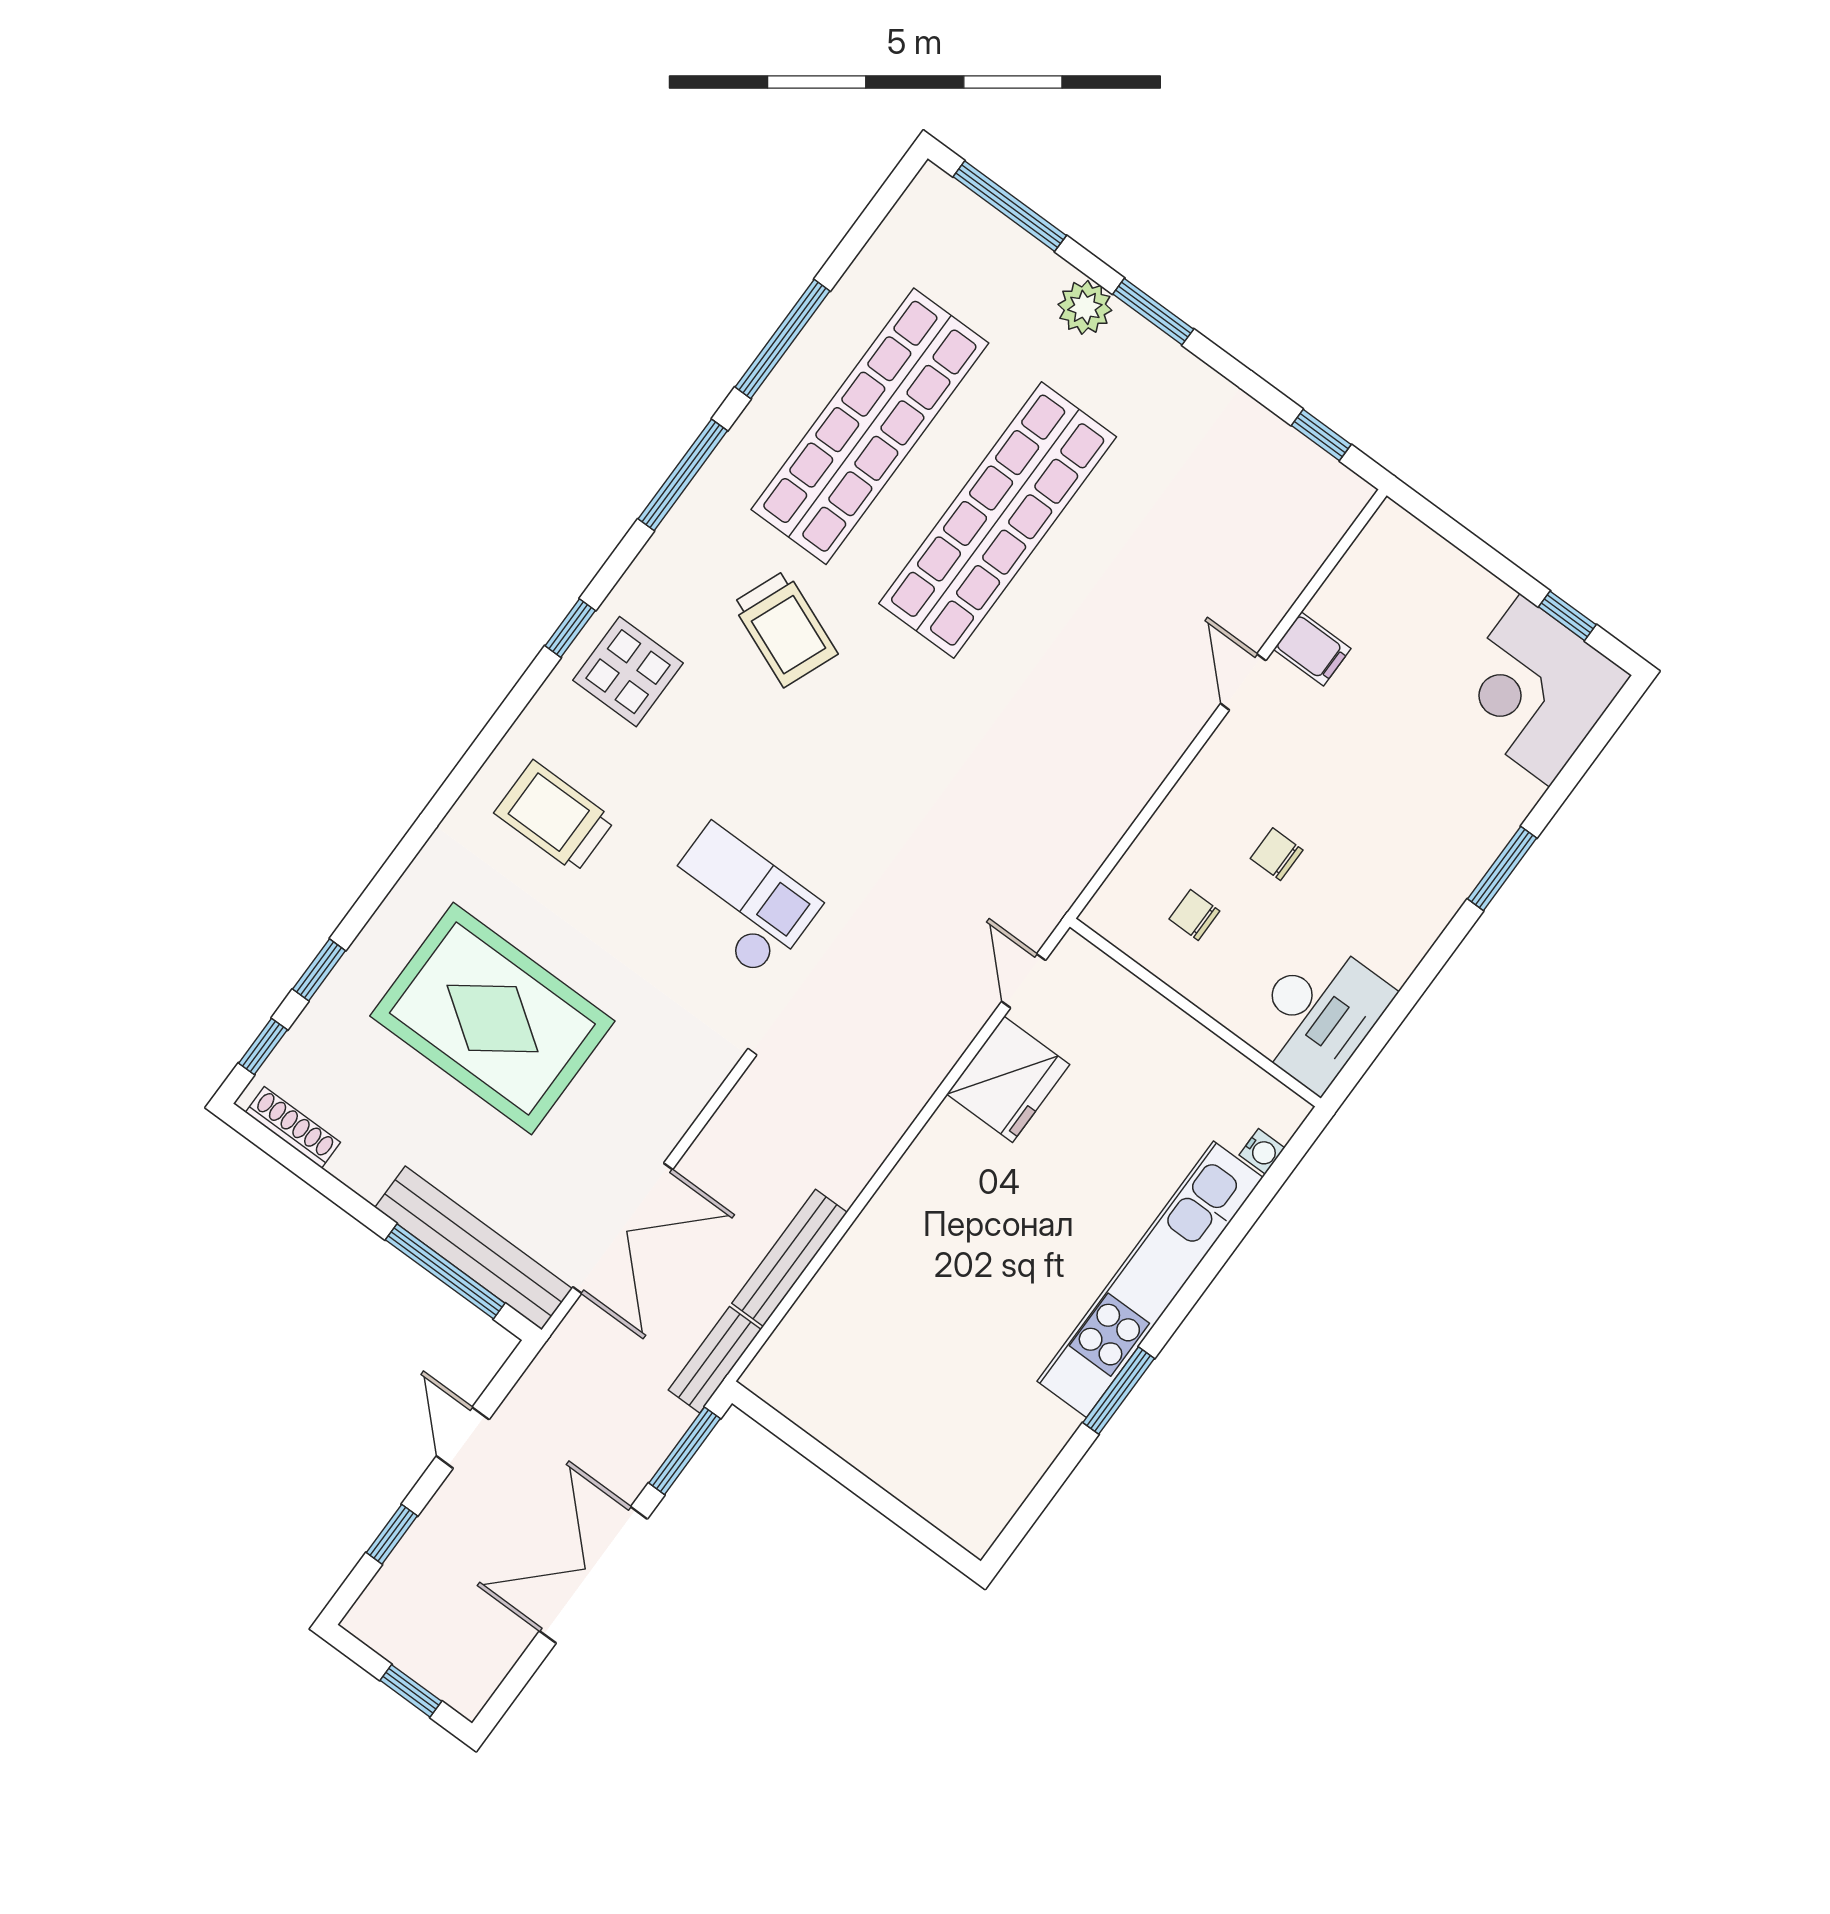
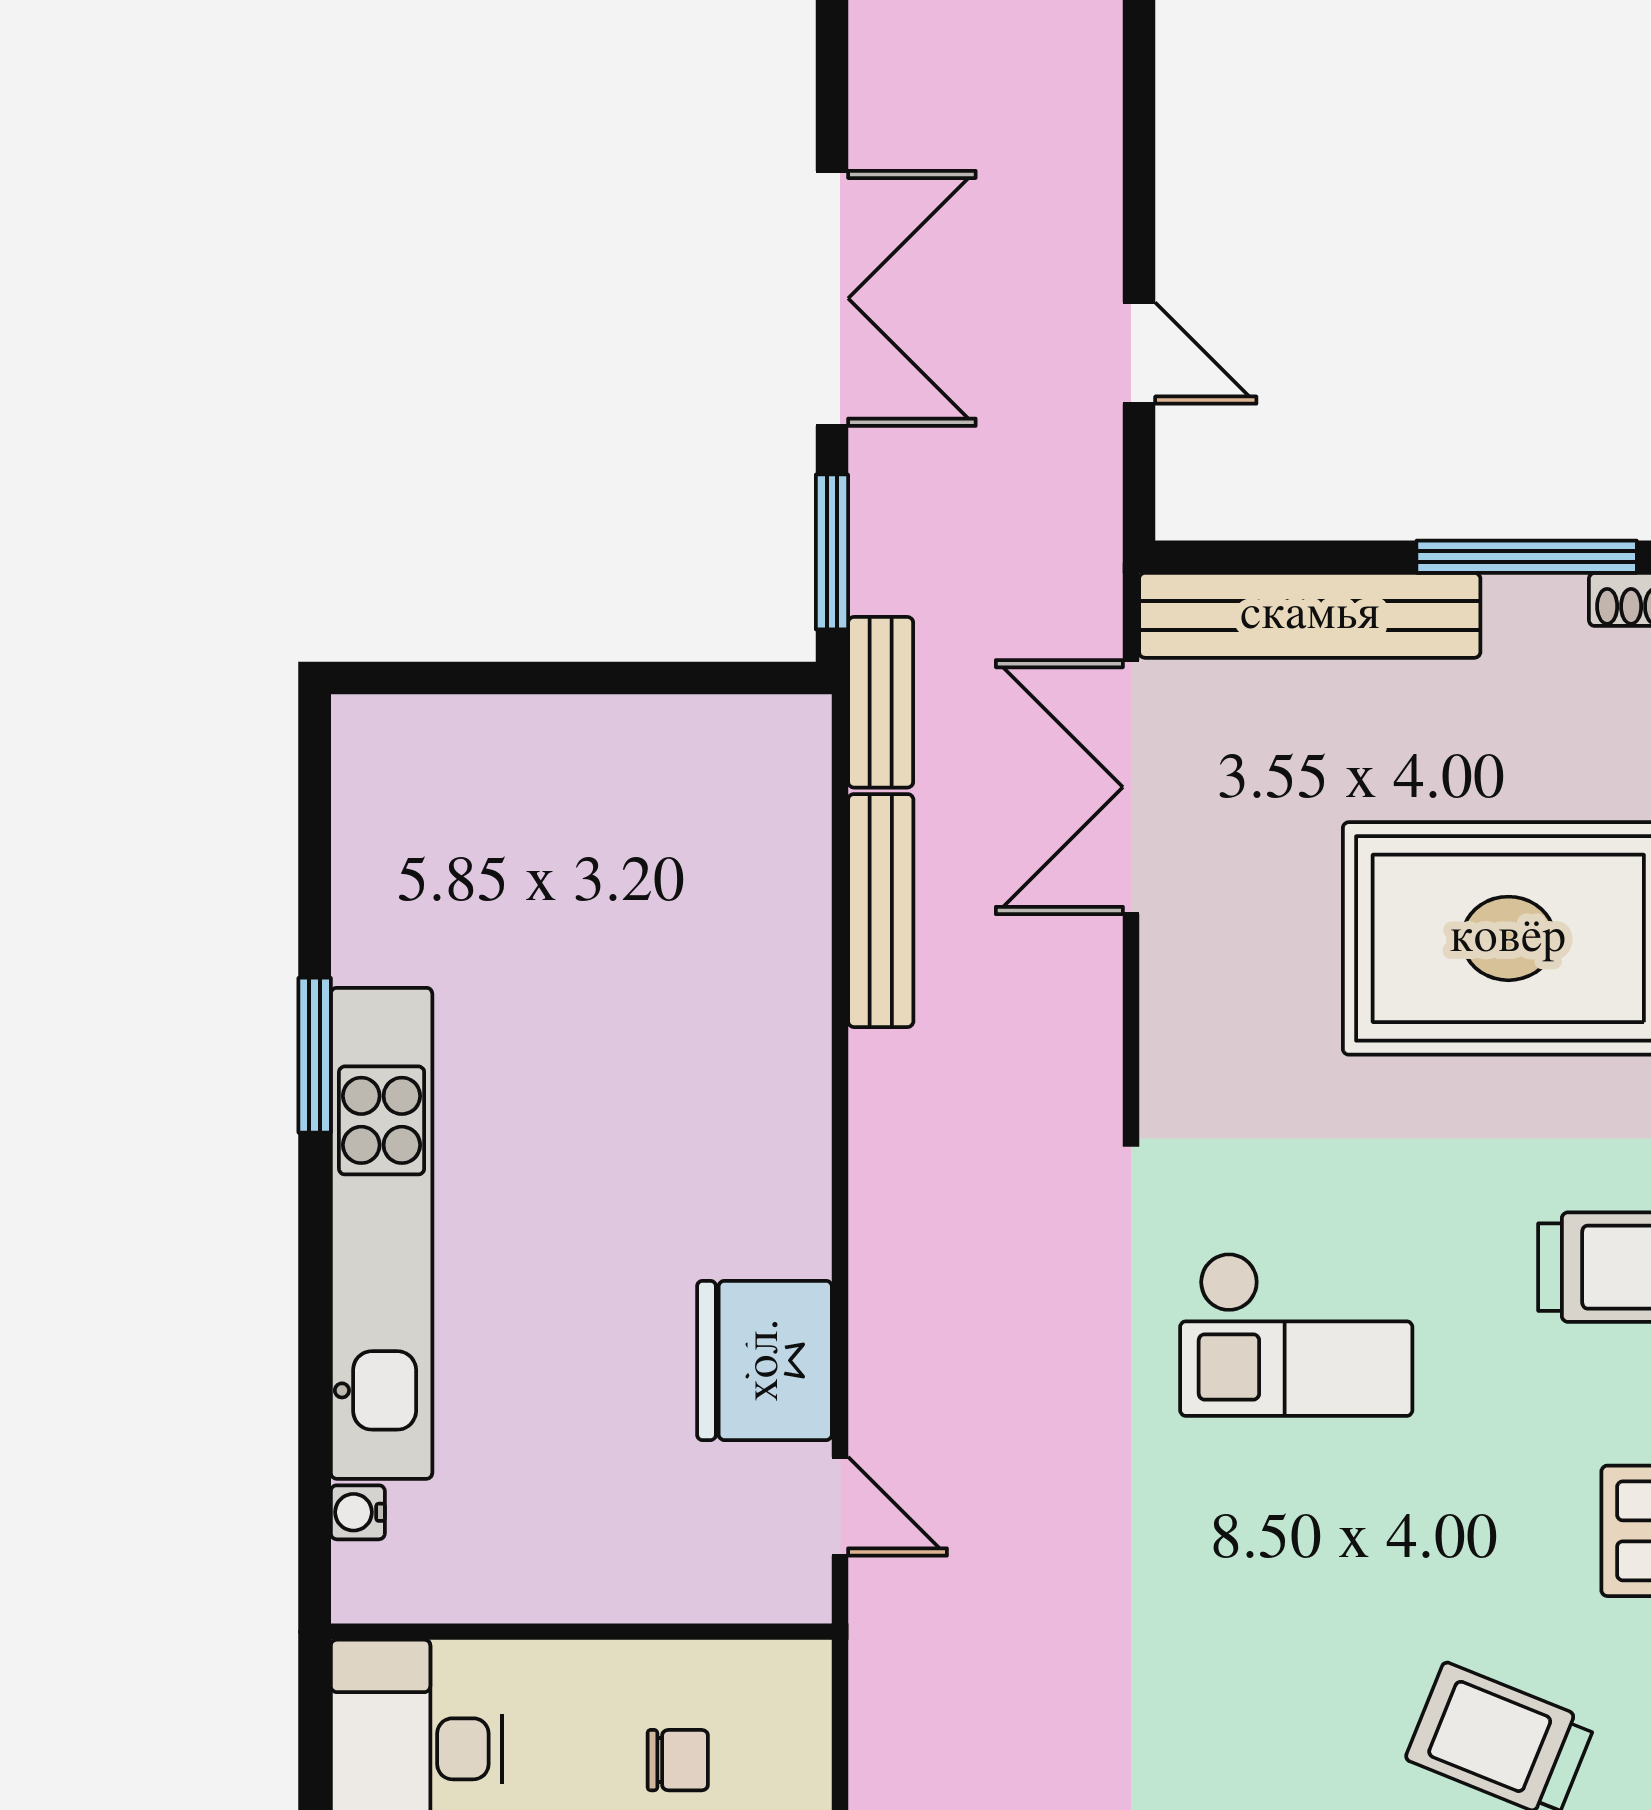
window: (445, 1271) -> (1527, 557), moved
window: (392, 1534) -> (1139, 156), removed

